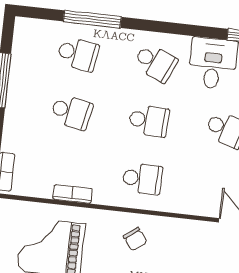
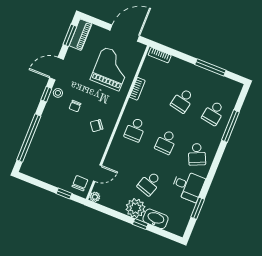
school desk: (155, 63) -> (197, 154), turned -48
chair: (135, 239) -> (97, 126), moved

